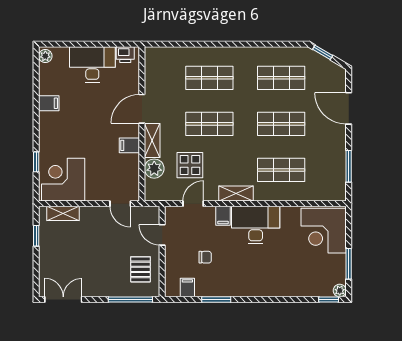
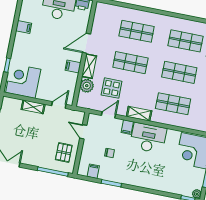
door: (120, 204) -> (59, 105), swing flipped
shelving: (63, 213) -> (33, 107), moved

